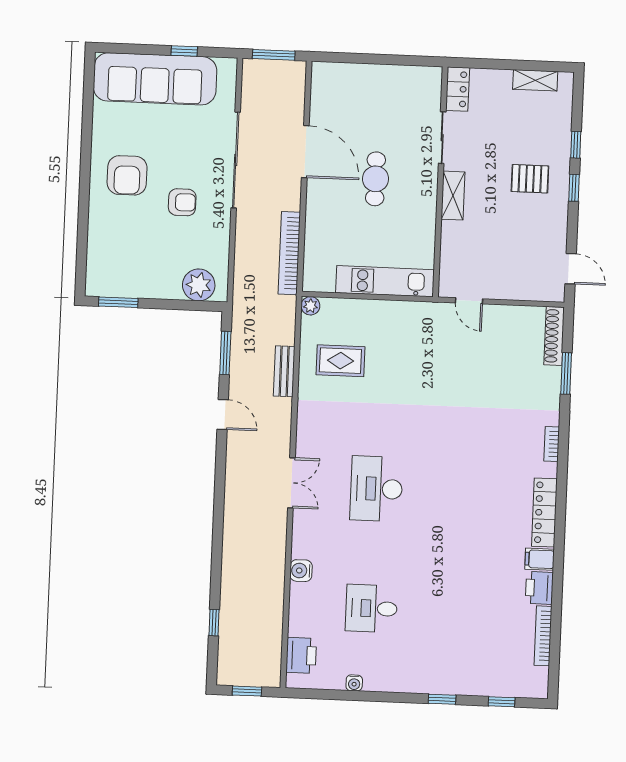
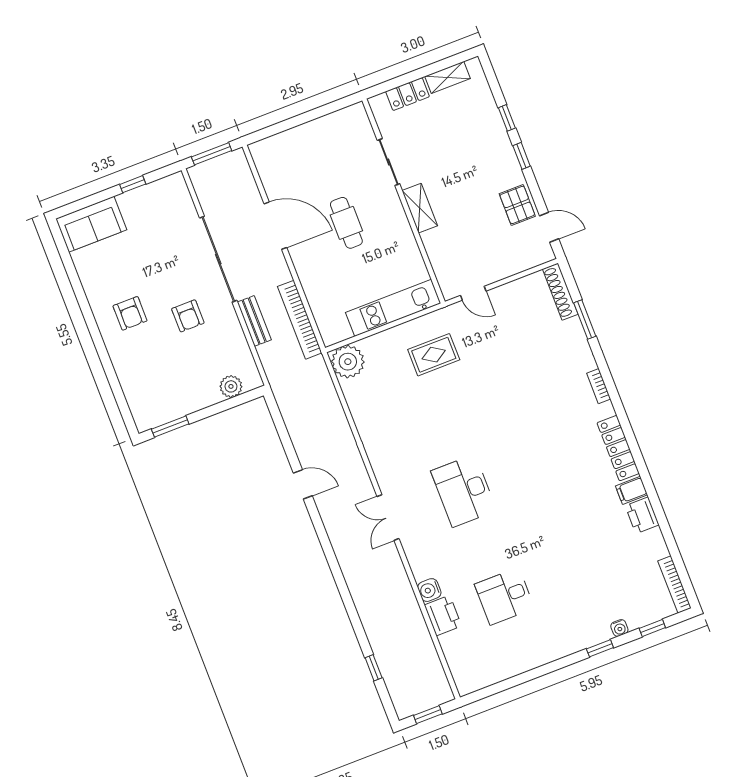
sofa: (155, 79) -> (91, 224), width x0.54, depth x0.79
locker: (458, 89) -> (408, 94), moved, turned 90
armchair: (127, 175) -> (130, 313), width x0.72, depth x0.72
pallet: (530, 179) -> (517, 205), moved, turned 90
armchair: (182, 202) -> (188, 316), turned 90
plant: (199, 285) -> (231, 386), width x0.73, depth x0.73
plant: (310, 306) -> (348, 362), width x1.88, depth x1.88
window: (225, 353) -> (282, 430), removed
rug: (340, 361) -> (434, 355), moved
bench: (284, 371) -> (254, 321), moved
double door: (291, 483) -> (388, 518), swing flipped
bookcase: (543, 636) -> (675, 585), moved
printer: (301, 655) -> (443, 616), moved
water cooler: (354, 683) -> (619, 628), moved

